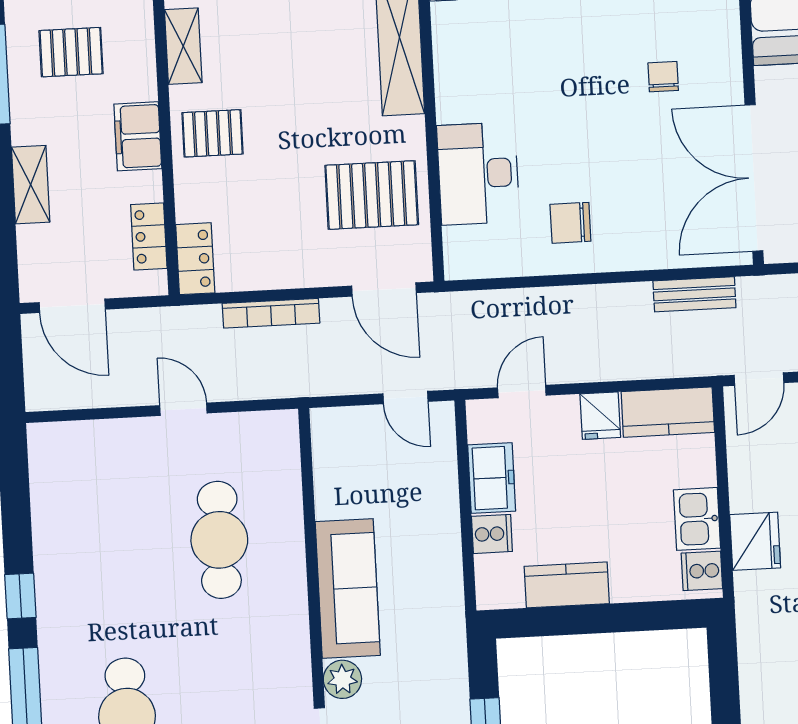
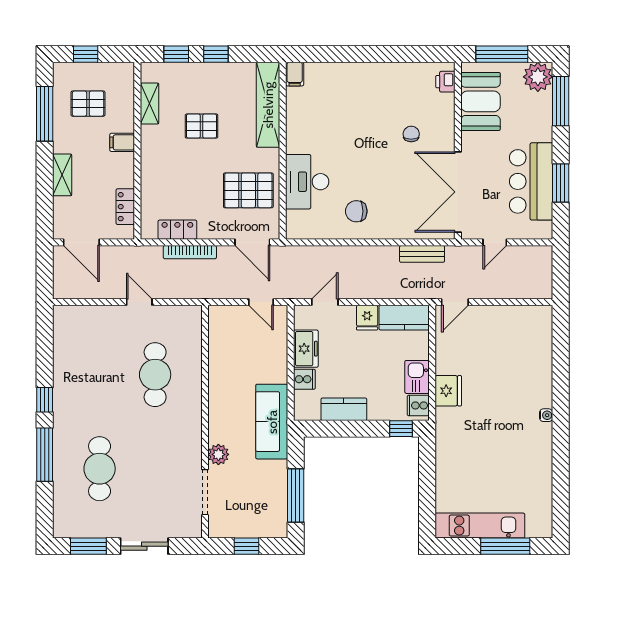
pallet: (213, 133) -> (202, 126), moved
filing cabinet: (138, 136) -> (122, 142), width x0.50
locker: (195, 259) -> (177, 230), moved, turned -90
sofa: (348, 588) -> (272, 422), moved, turned 180
window: (673, 615) -> (401, 429), added

